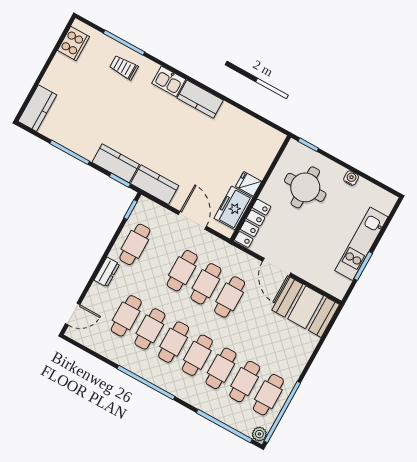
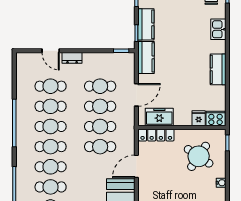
kitchen counter: (200, 99) -> (218, 69), moved
cooker: (272, 143) -> (216, 119), added
fridge: (249, 184) -> (199, 118), moved
round table: (305, 187) -> (199, 156), turned 34
cafe table: (135, 244) -> (100, 86), moved
door: (73, 314) -> (51, 51), moved

